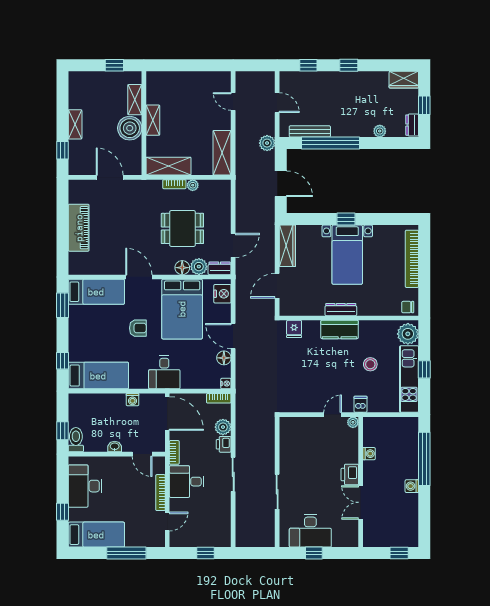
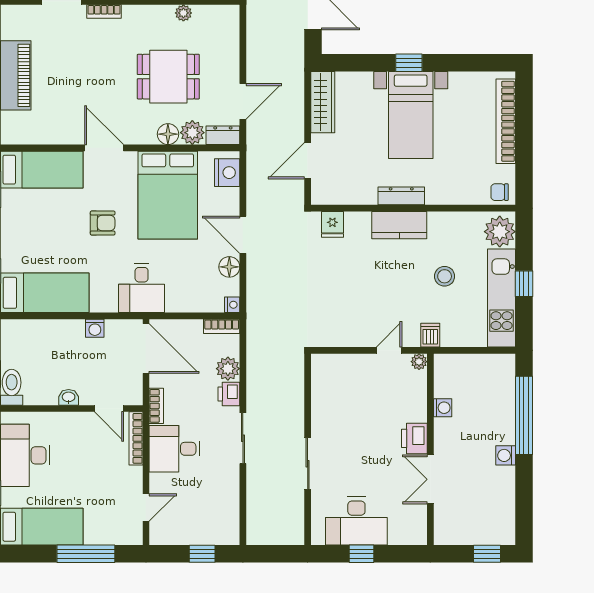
bookcase: (174, 184) -> (104, 11), moved
bookcase: (160, 493) -> (136, 438), moved

